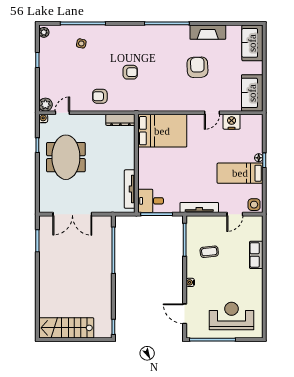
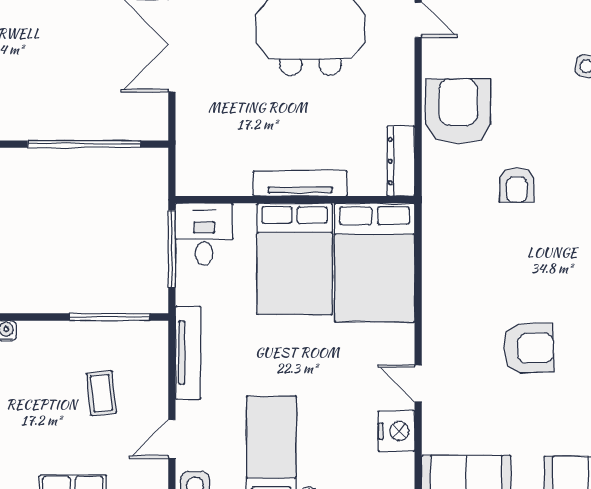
armchair: (100, 96) -> (458, 111), width x1.88, depth x1.88
bed: (161, 164) -> (295, 259), added
tv unit: (130, 189) -> (300, 184), moved
door: (235, 214) -> (172, 439), hinge flipped
coffee table: (209, 252) -> (102, 393), moved

